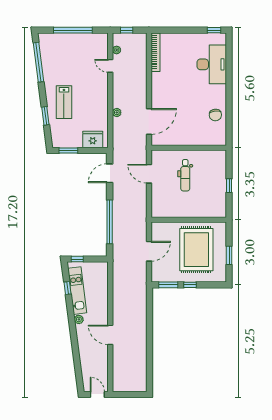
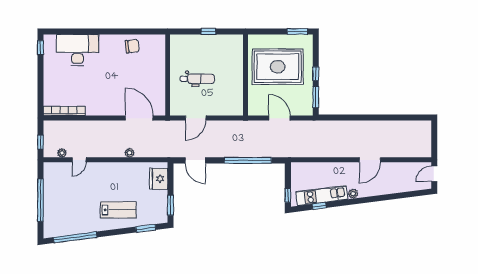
window: (45, 116) -> (146, 228), moved
window: (229, 255) -> (297, 31), moved

